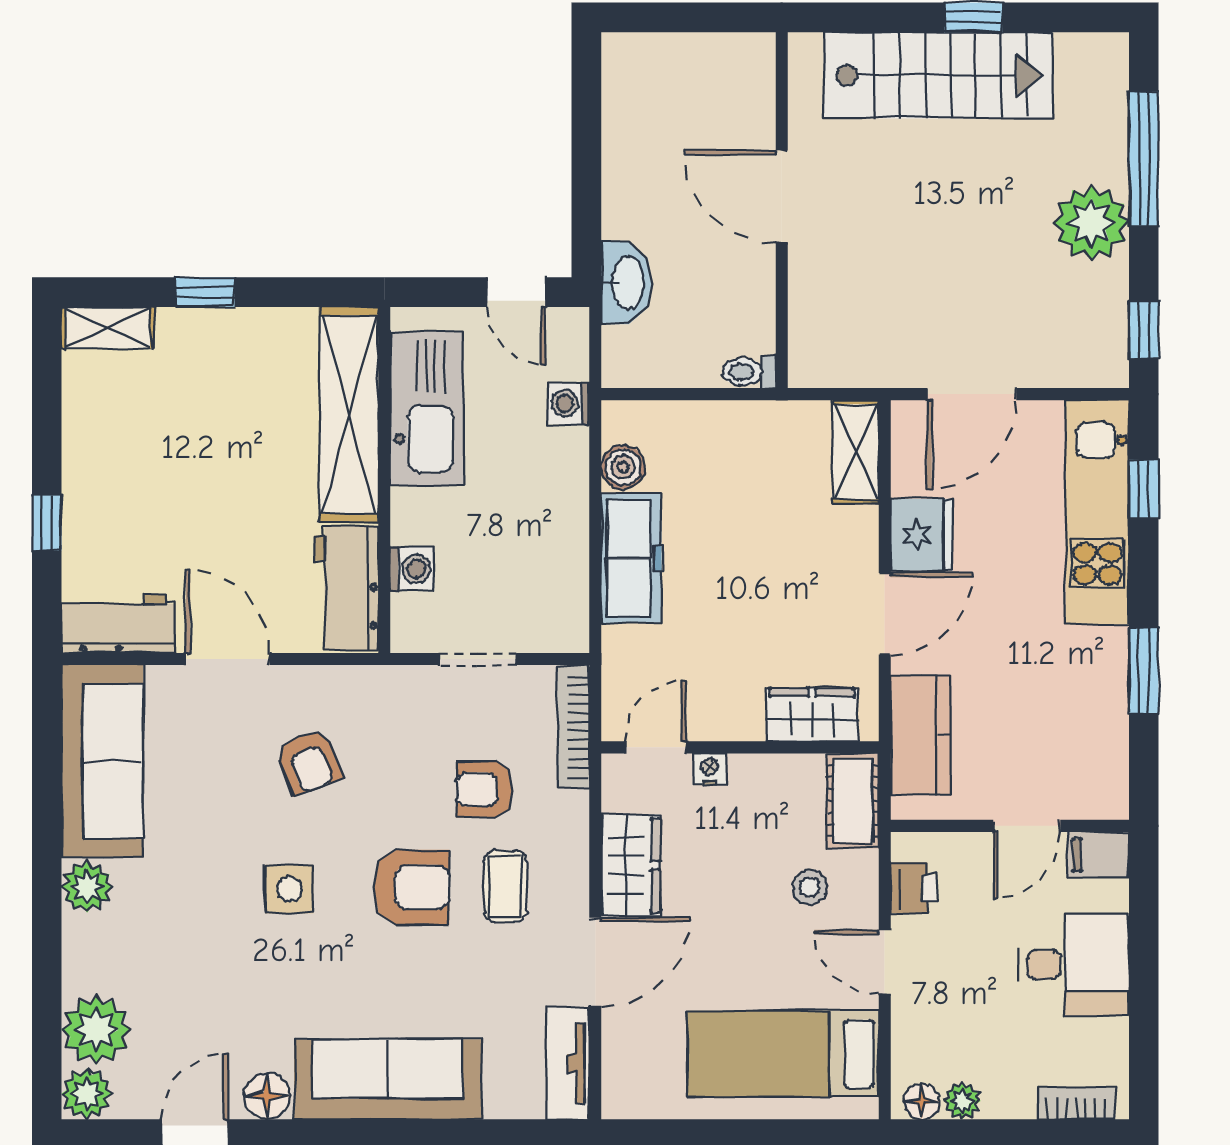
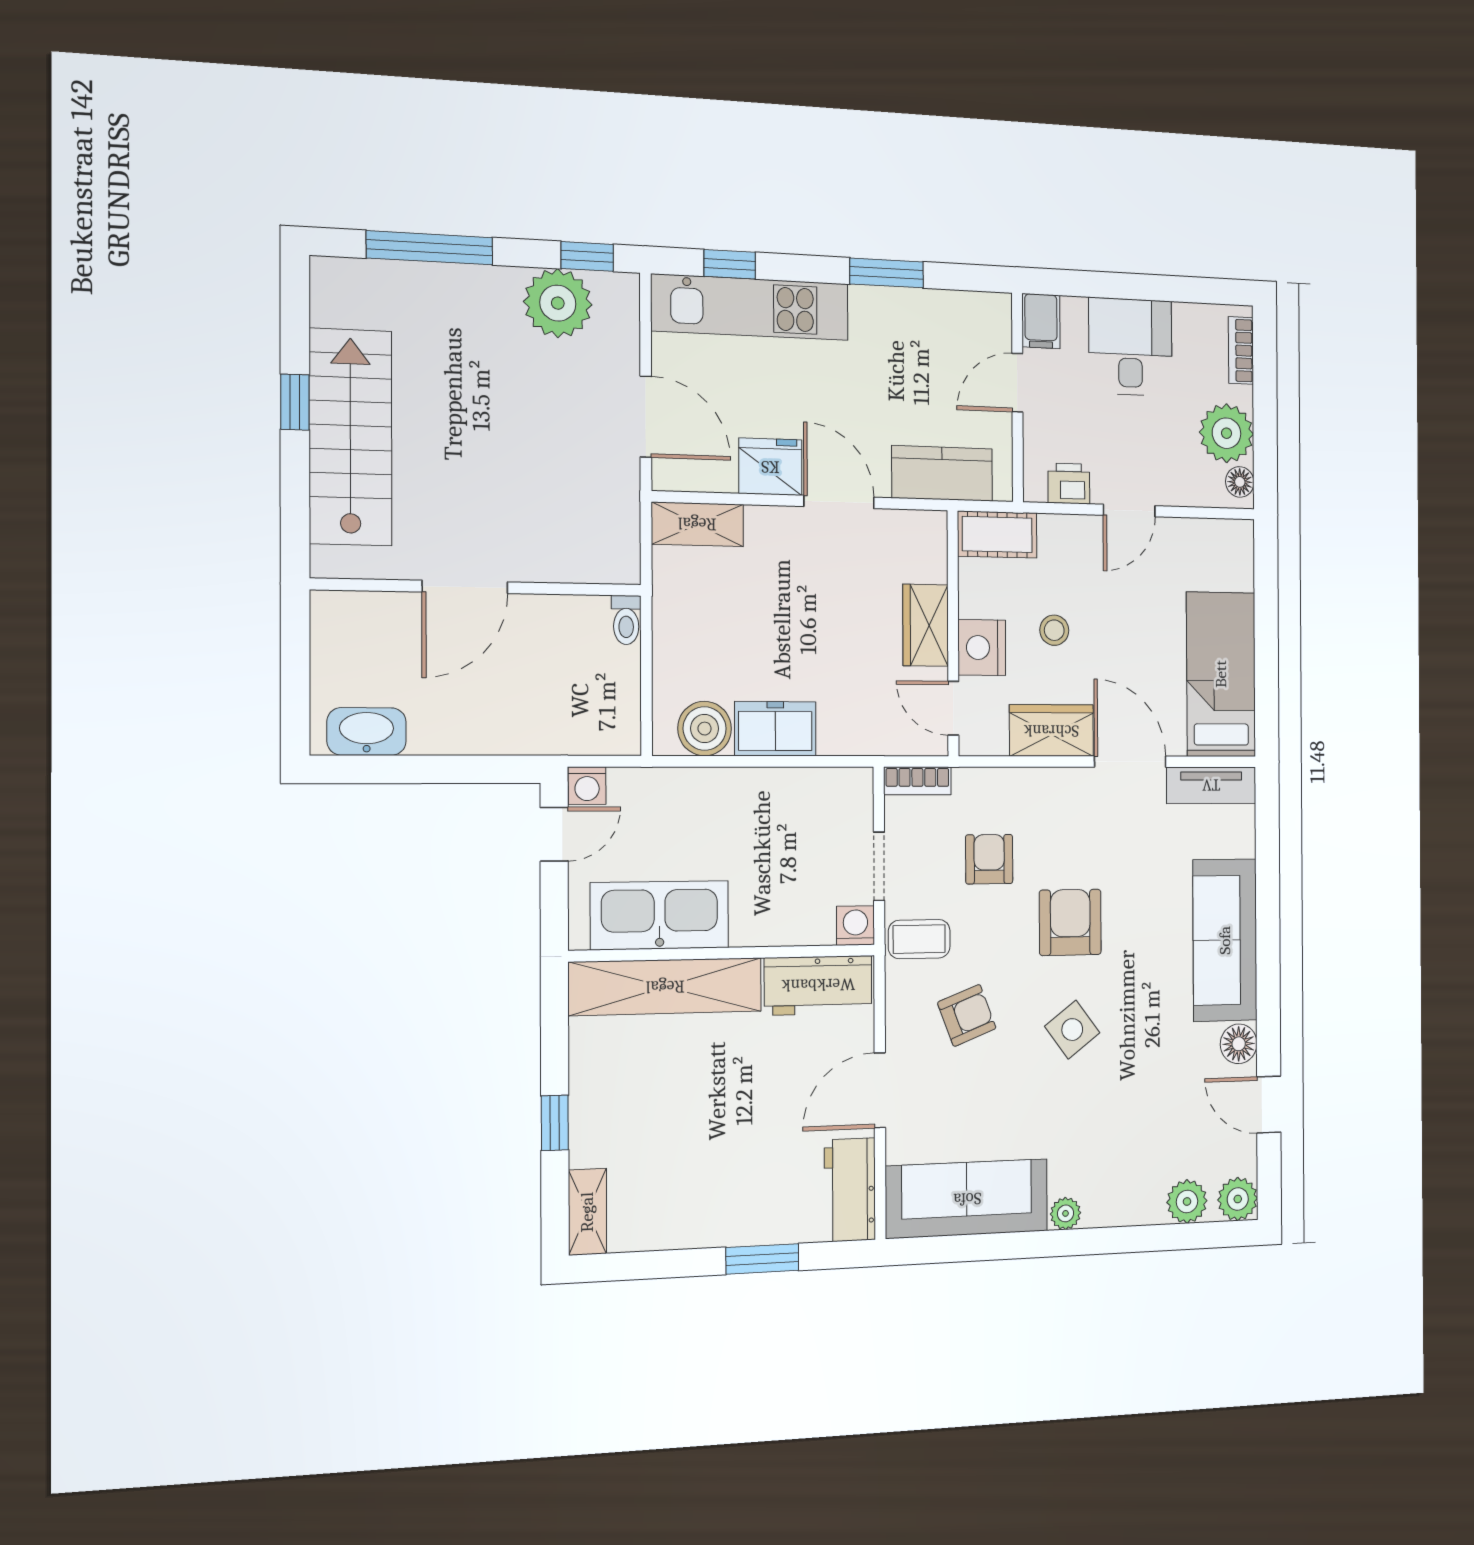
plant: (1091, 223) -> (558, 303), moved
washbasin: (626, 283) -> (367, 731), moved
washing machine: (569, 403) -> (587, 786), moved
boiler: (623, 467) -> (705, 729), width x1.36, depth x1.36
window: (47, 523) -> (762, 1259), width x1.50
freezer: (631, 558) -> (775, 729), width x0.71
washing machine: (412, 569) -> (855, 926), moved
wardrobe: (812, 715) -> (926, 625), moved
bookcase: (574, 727) -> (917, 781), width x0.64
nightstand: (709, 769) -> (982, 648), width x1.89, depth x1.79
armchair: (485, 789) -> (989, 859), turned 180
door: (1027, 826) -> (1017, 383), swing flipped
plant: (87, 887) -> (1065, 1213), width x0.73, depth x0.73
coffee table: (505, 887) -> (919, 939), moved
stool: (809, 887) -> (1054, 630), moved
side table: (289, 889) -> (1072, 1030), turned -37
plant: (96, 1030) -> (1187, 1202), width x0.73, depth x0.73
bed: (783, 1054) -> (1221, 674), moved, turned 180
plant: (962, 1101) -> (1226, 433), width x1.87, depth x1.87

